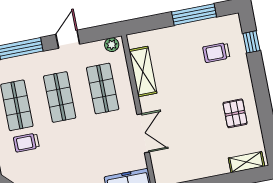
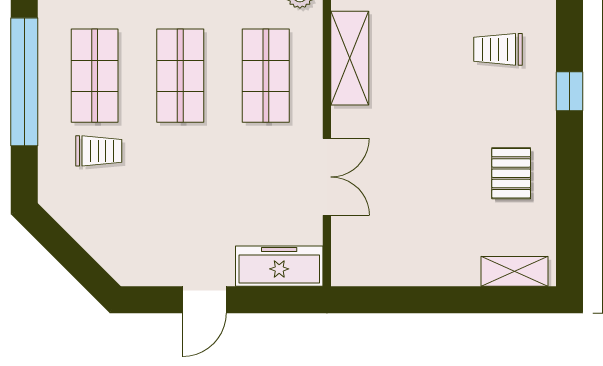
window: (251, 42) -> (570, 91), moved
trolley: (26, 143) -> (99, 151), turned 180

